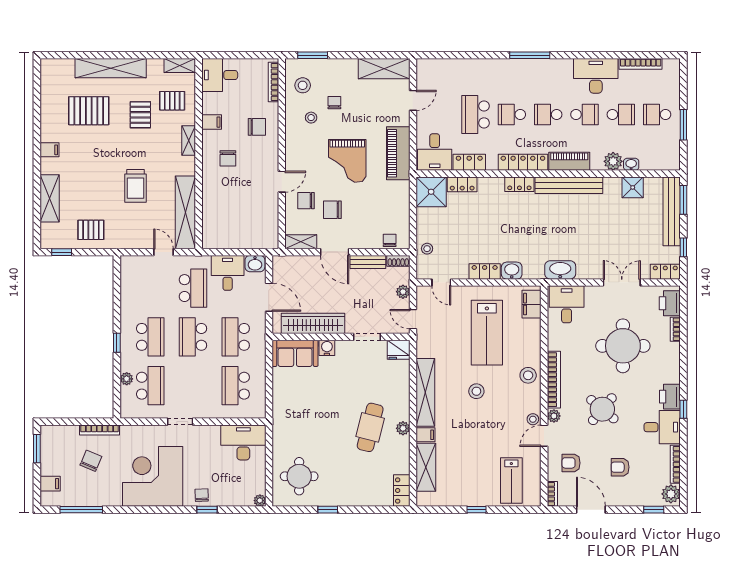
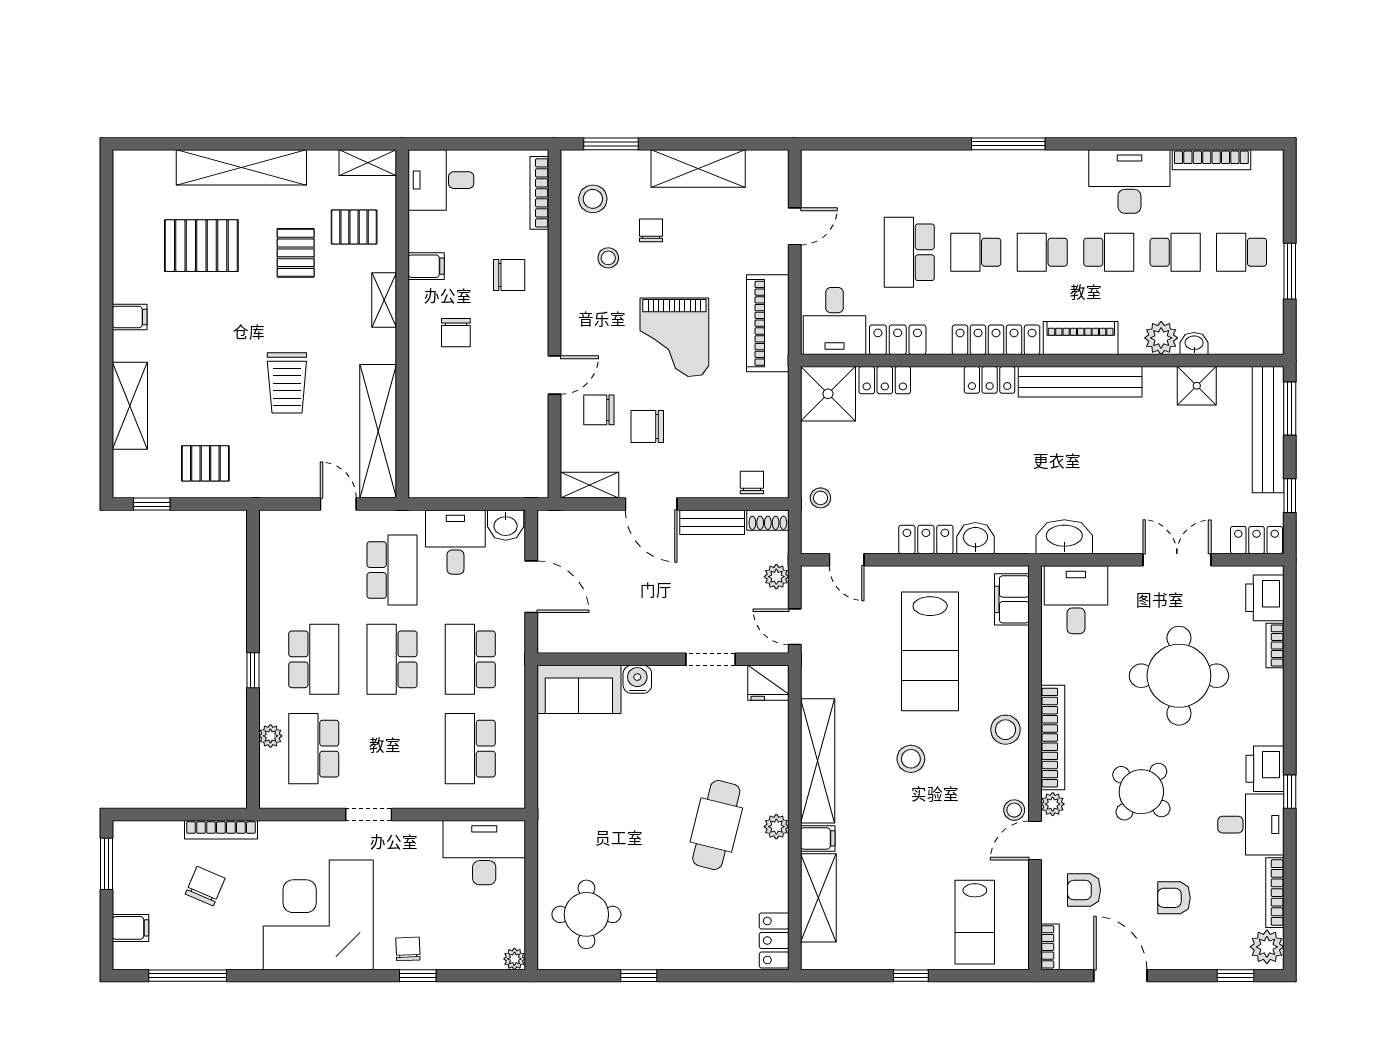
shelving: (384, 69) -> (698, 169), moved
wardrobe: (313, 323) -> (612, 635), removed
school desk: (150, 386) -> (314, 749), turned 180

